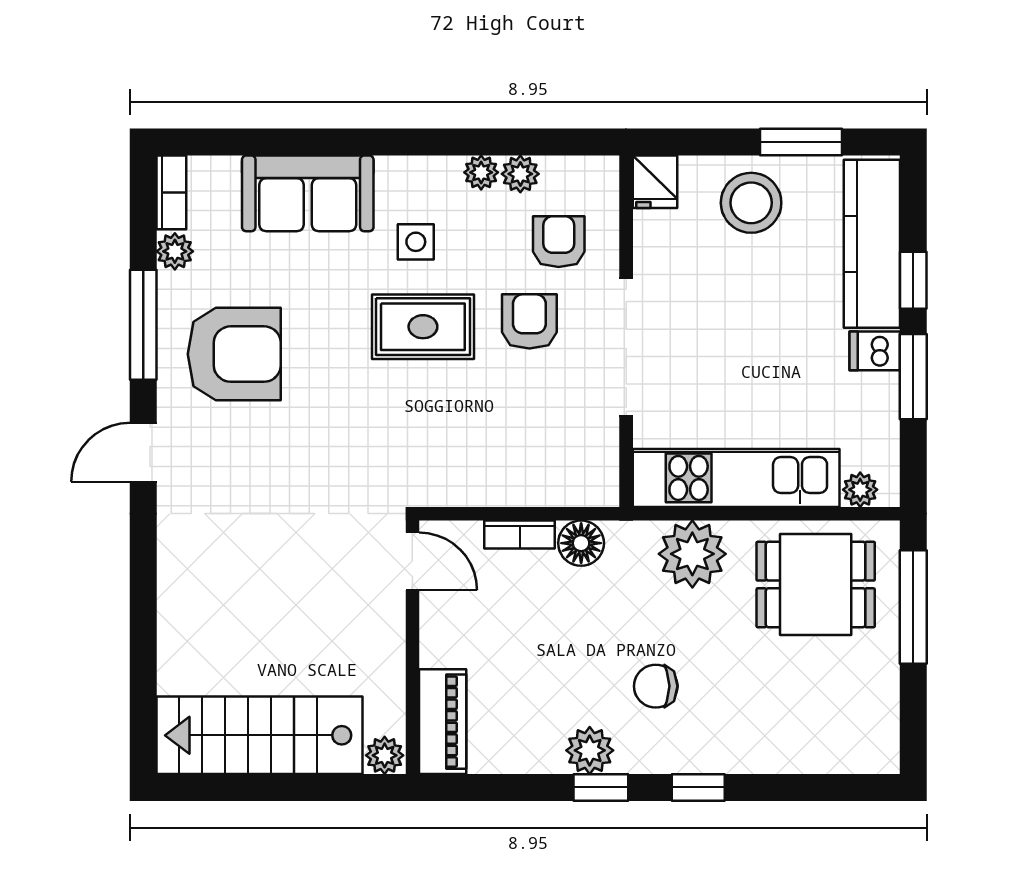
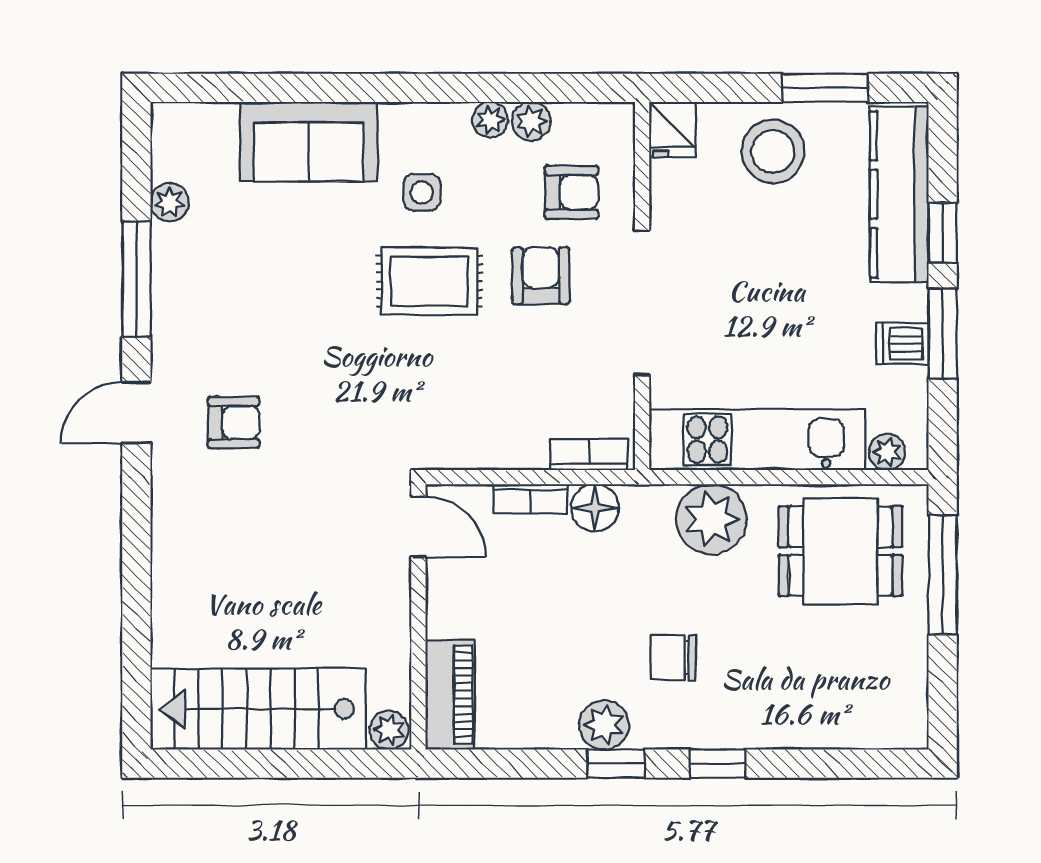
bookcase: (171, 192) -> (589, 455), moved, turned -90
armchair: (559, 242) -> (572, 192), turned 90
dishwasher: (875, 351) -> (902, 344), moved
armchair: (234, 354) -> (234, 423), moved, width x0.53, depth x0.53

